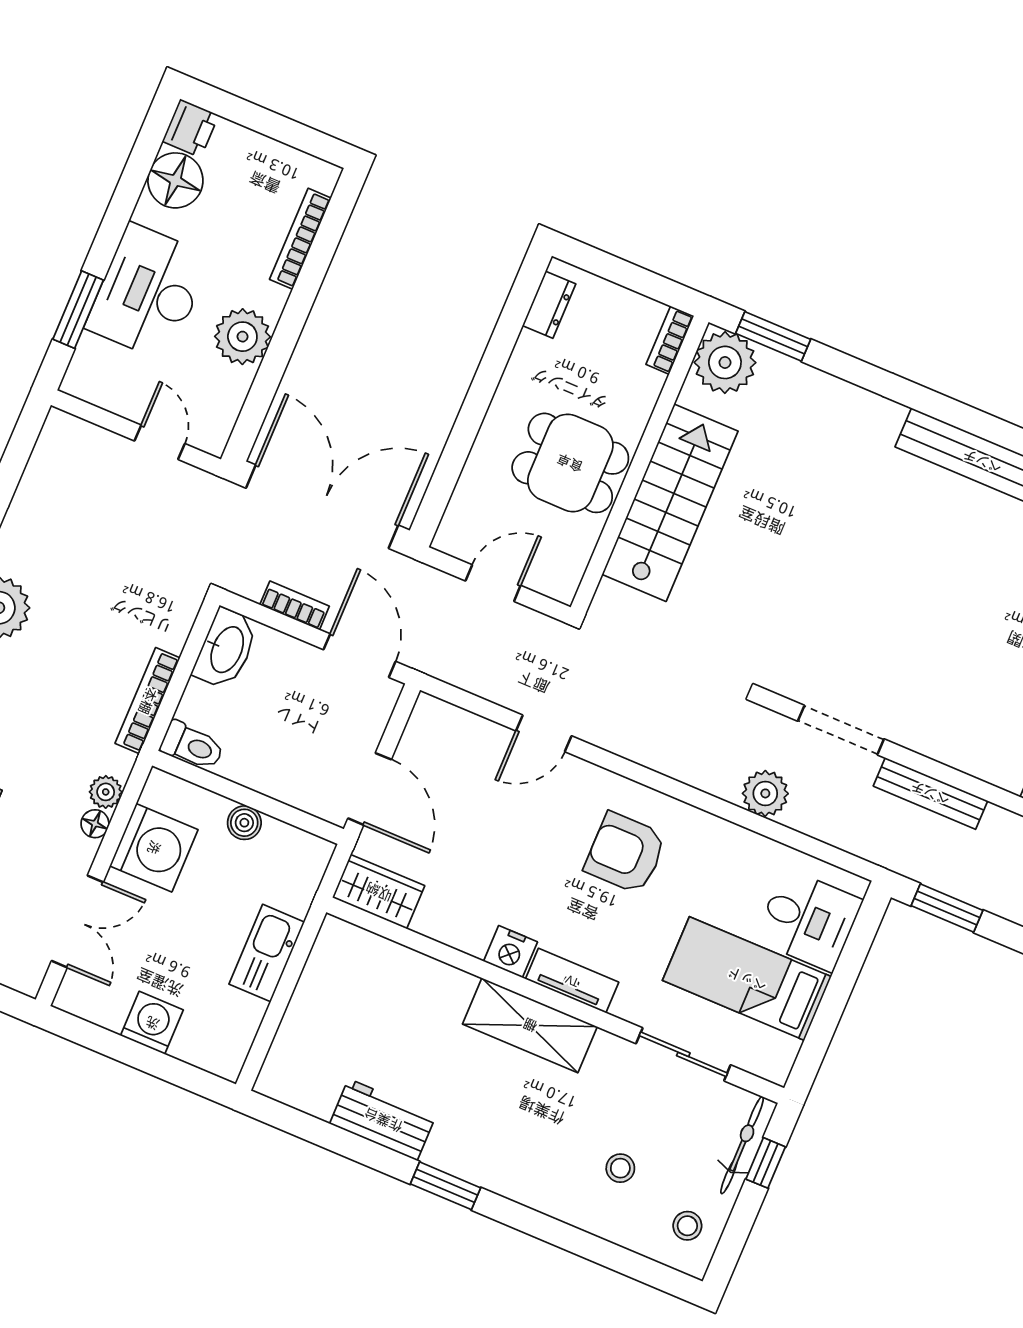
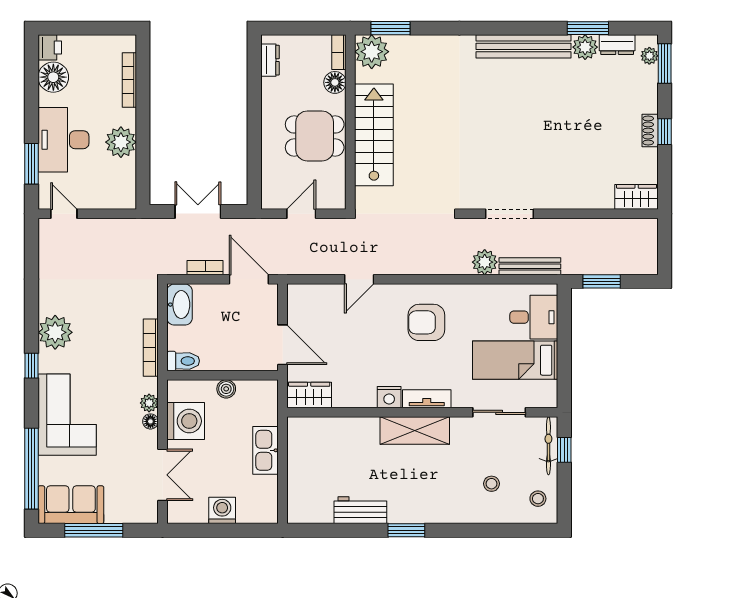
floor lamp: (642, 388) -> (335, 82), added
door: (160, 442) -> (64, 214), moved
double door: (322, 507) -> (198, 211), width x0.54
bench: (930, 793) -> (530, 266), moved

